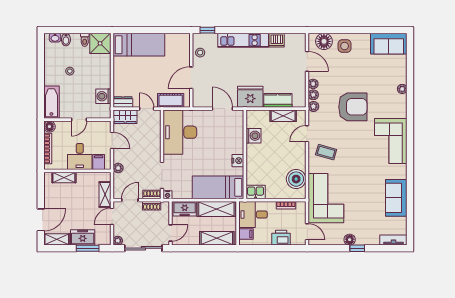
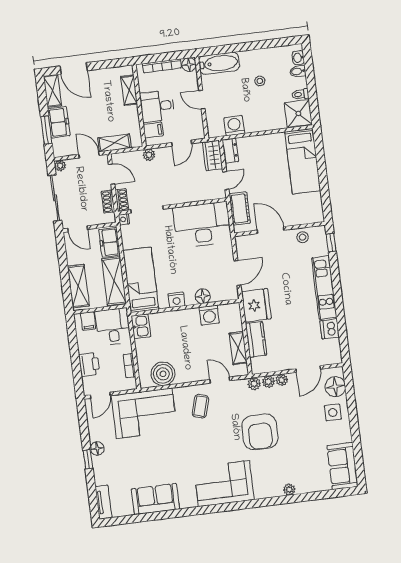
floor lamp: (238, 139) -> (203, 296), added

